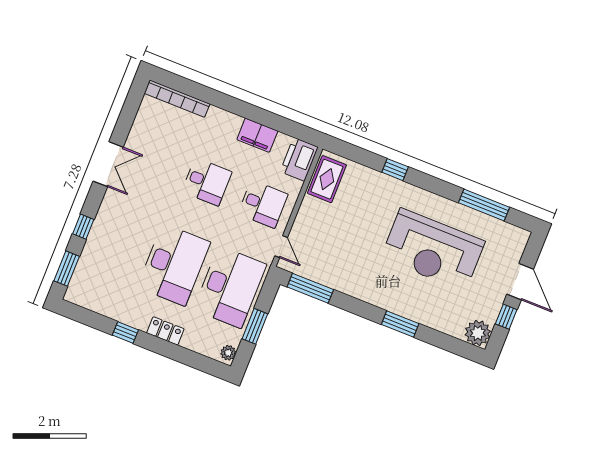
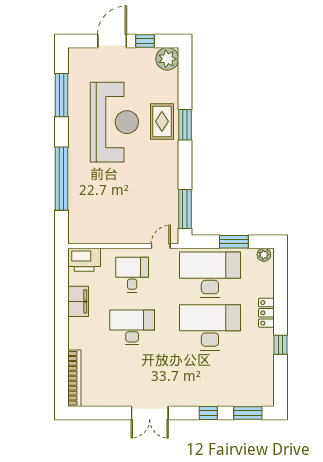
double door: (108, 164) -> (150, 413), swing flipped
window: (395, 170) -> (62, 179), width x3.17
rug: (327, 179) -> (162, 121), moved, turned 90
desk: (207, 182) -> (132, 327), width x1.37

